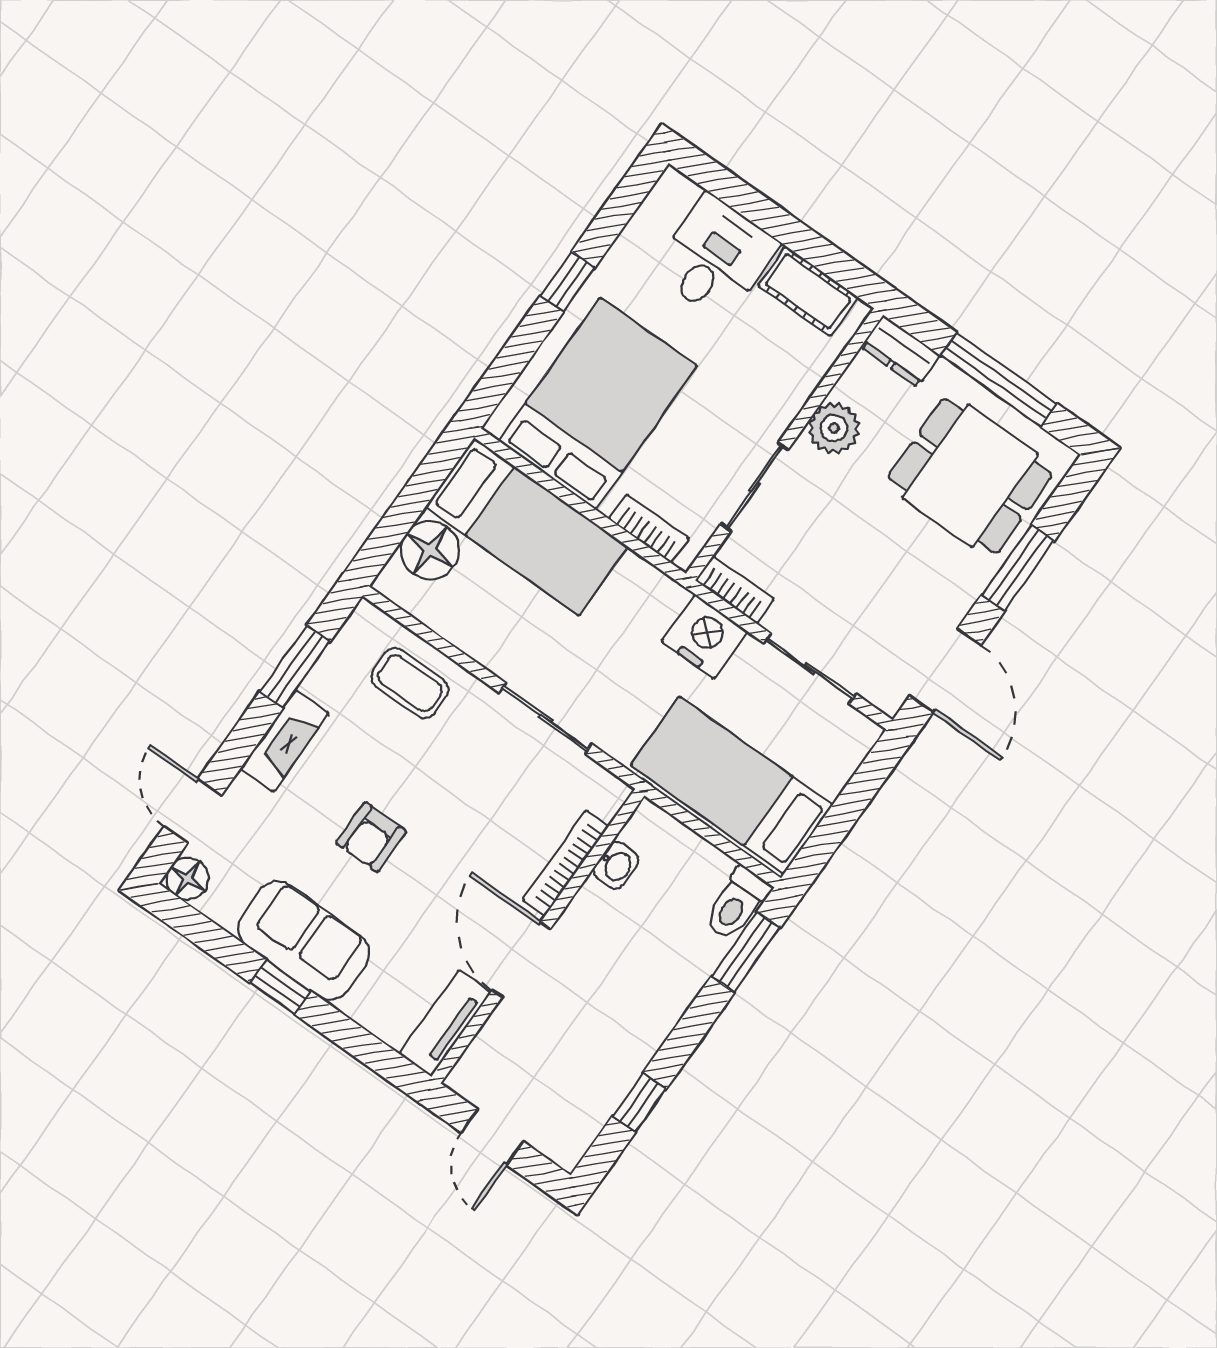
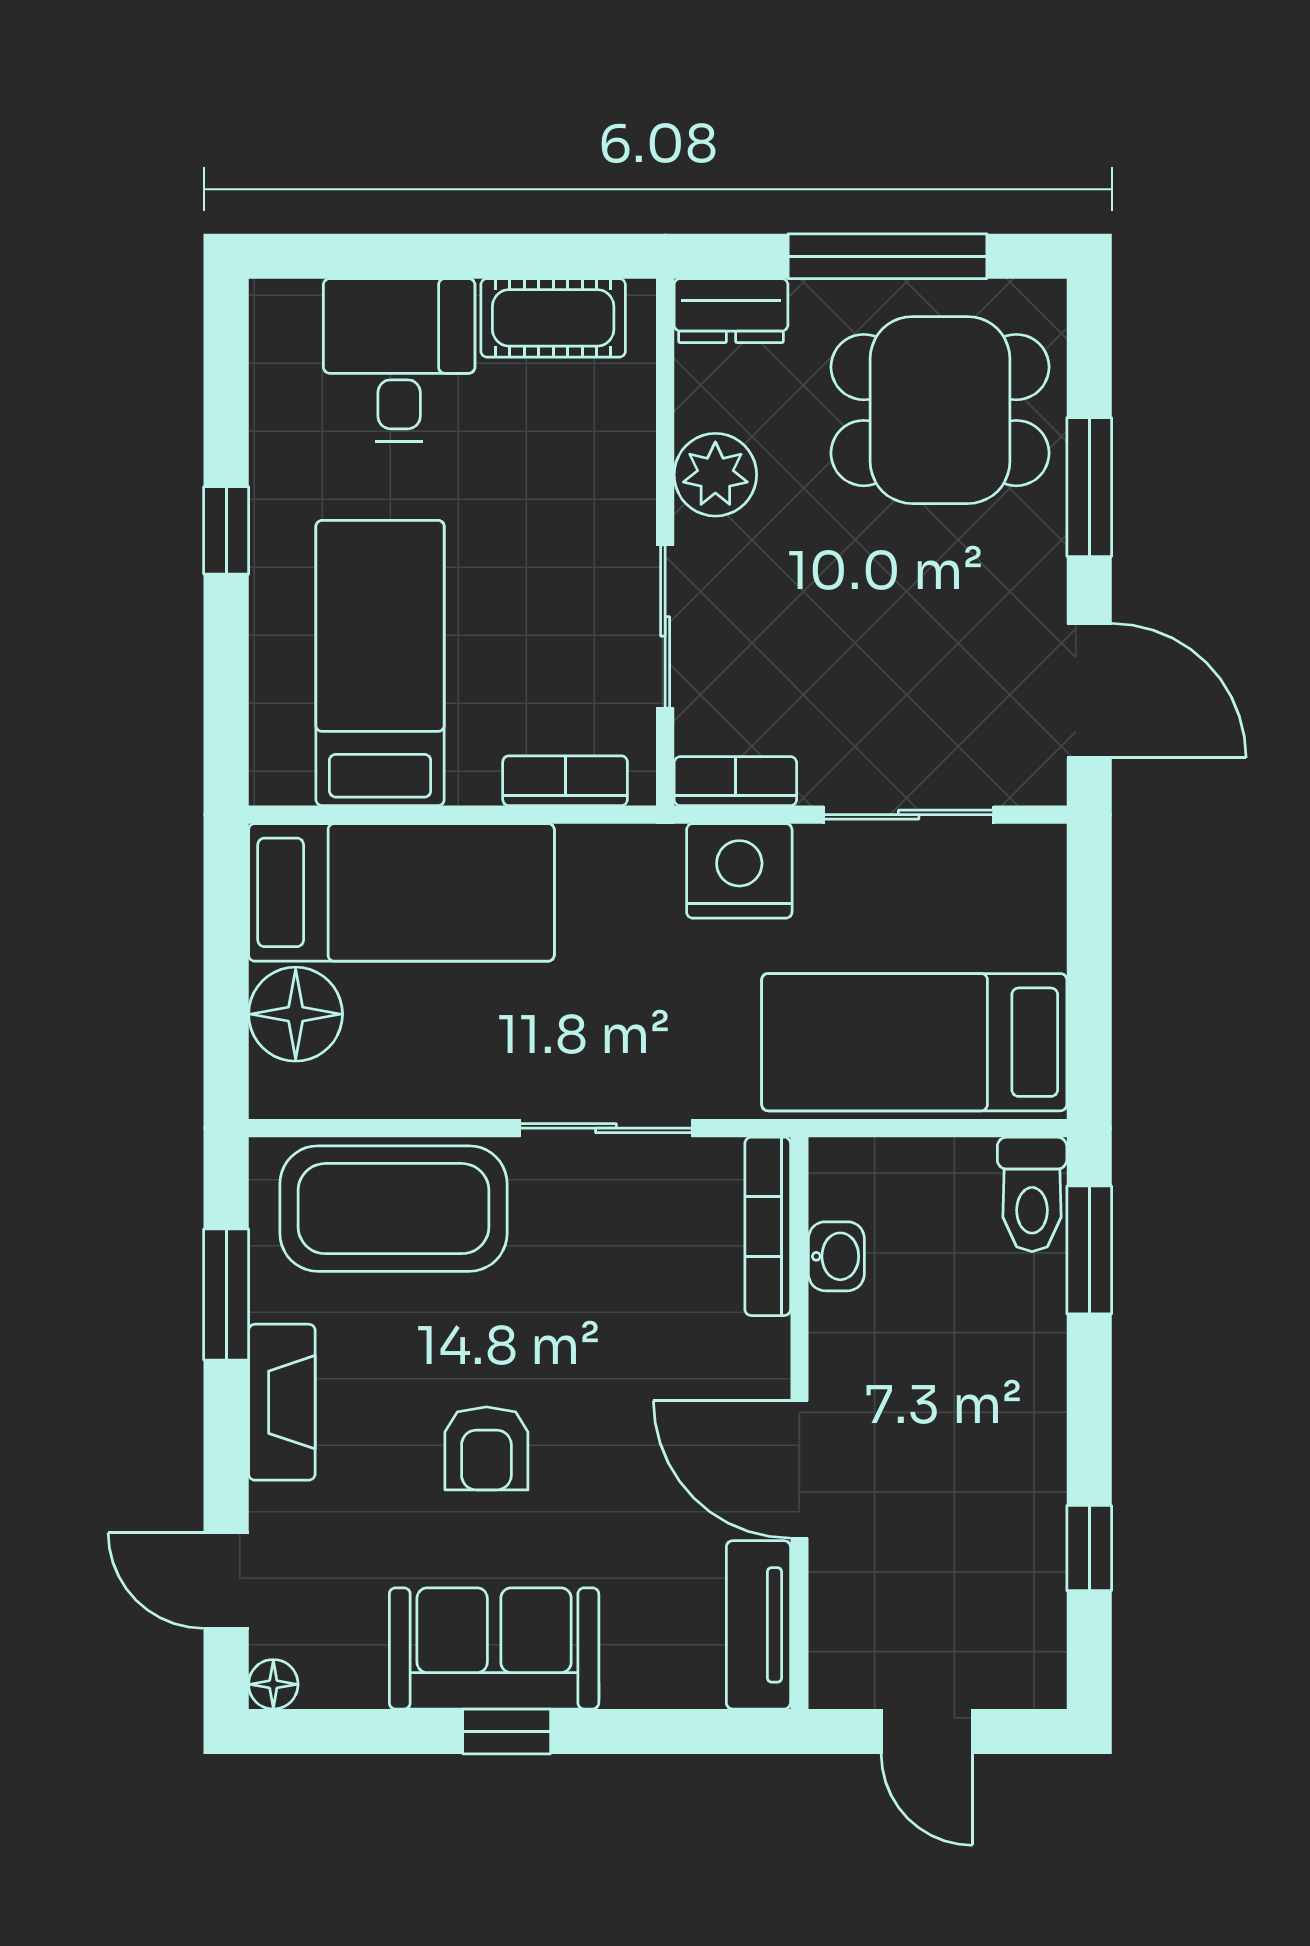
bed: (598, 403) -> (380, 663), width x0.67
coffee table: (410, 683) -> (394, 1209), width x1.86, depth x1.72
bookcase: (566, 863) -> (768, 1226), moved
floor lamp: (188, 879) -> (273, 1684), width x0.73, depth x0.73

